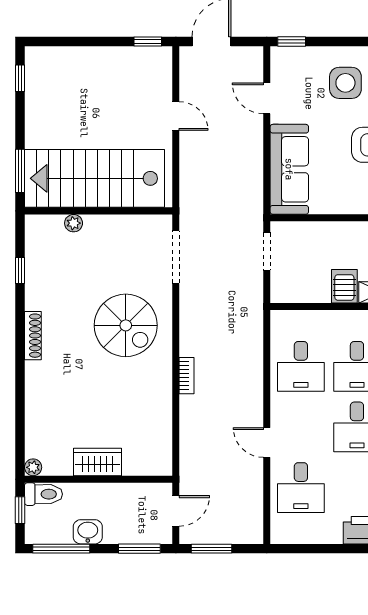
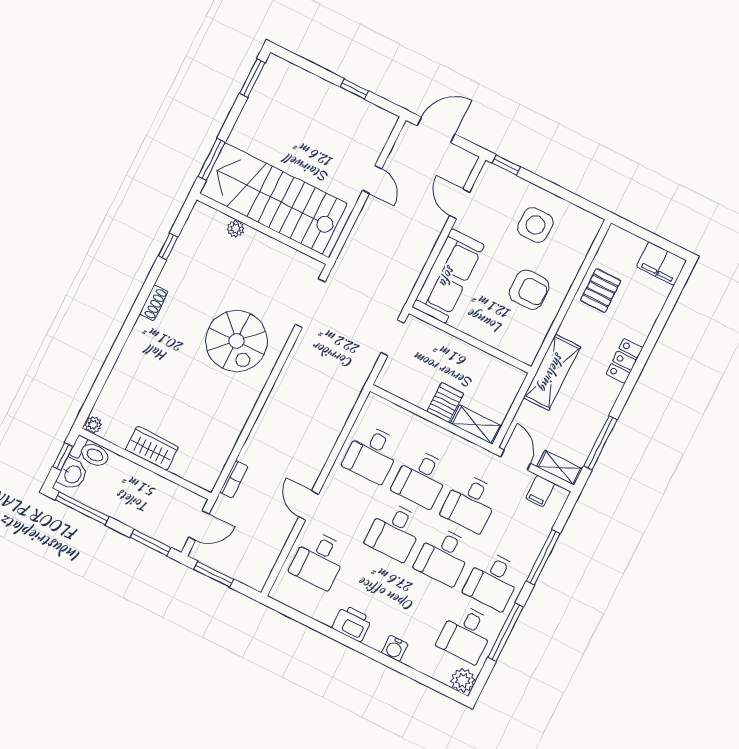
window: (148, 42) -> (354, 89), moved
window: (20, 78) -> (252, 78), width x1.50
shoe rack: (33, 336) -> (154, 303), width x0.70
bookcase: (187, 376) -> (234, 479), moved
washbasin: (88, 532) -> (72, 474), moved, turned 90

